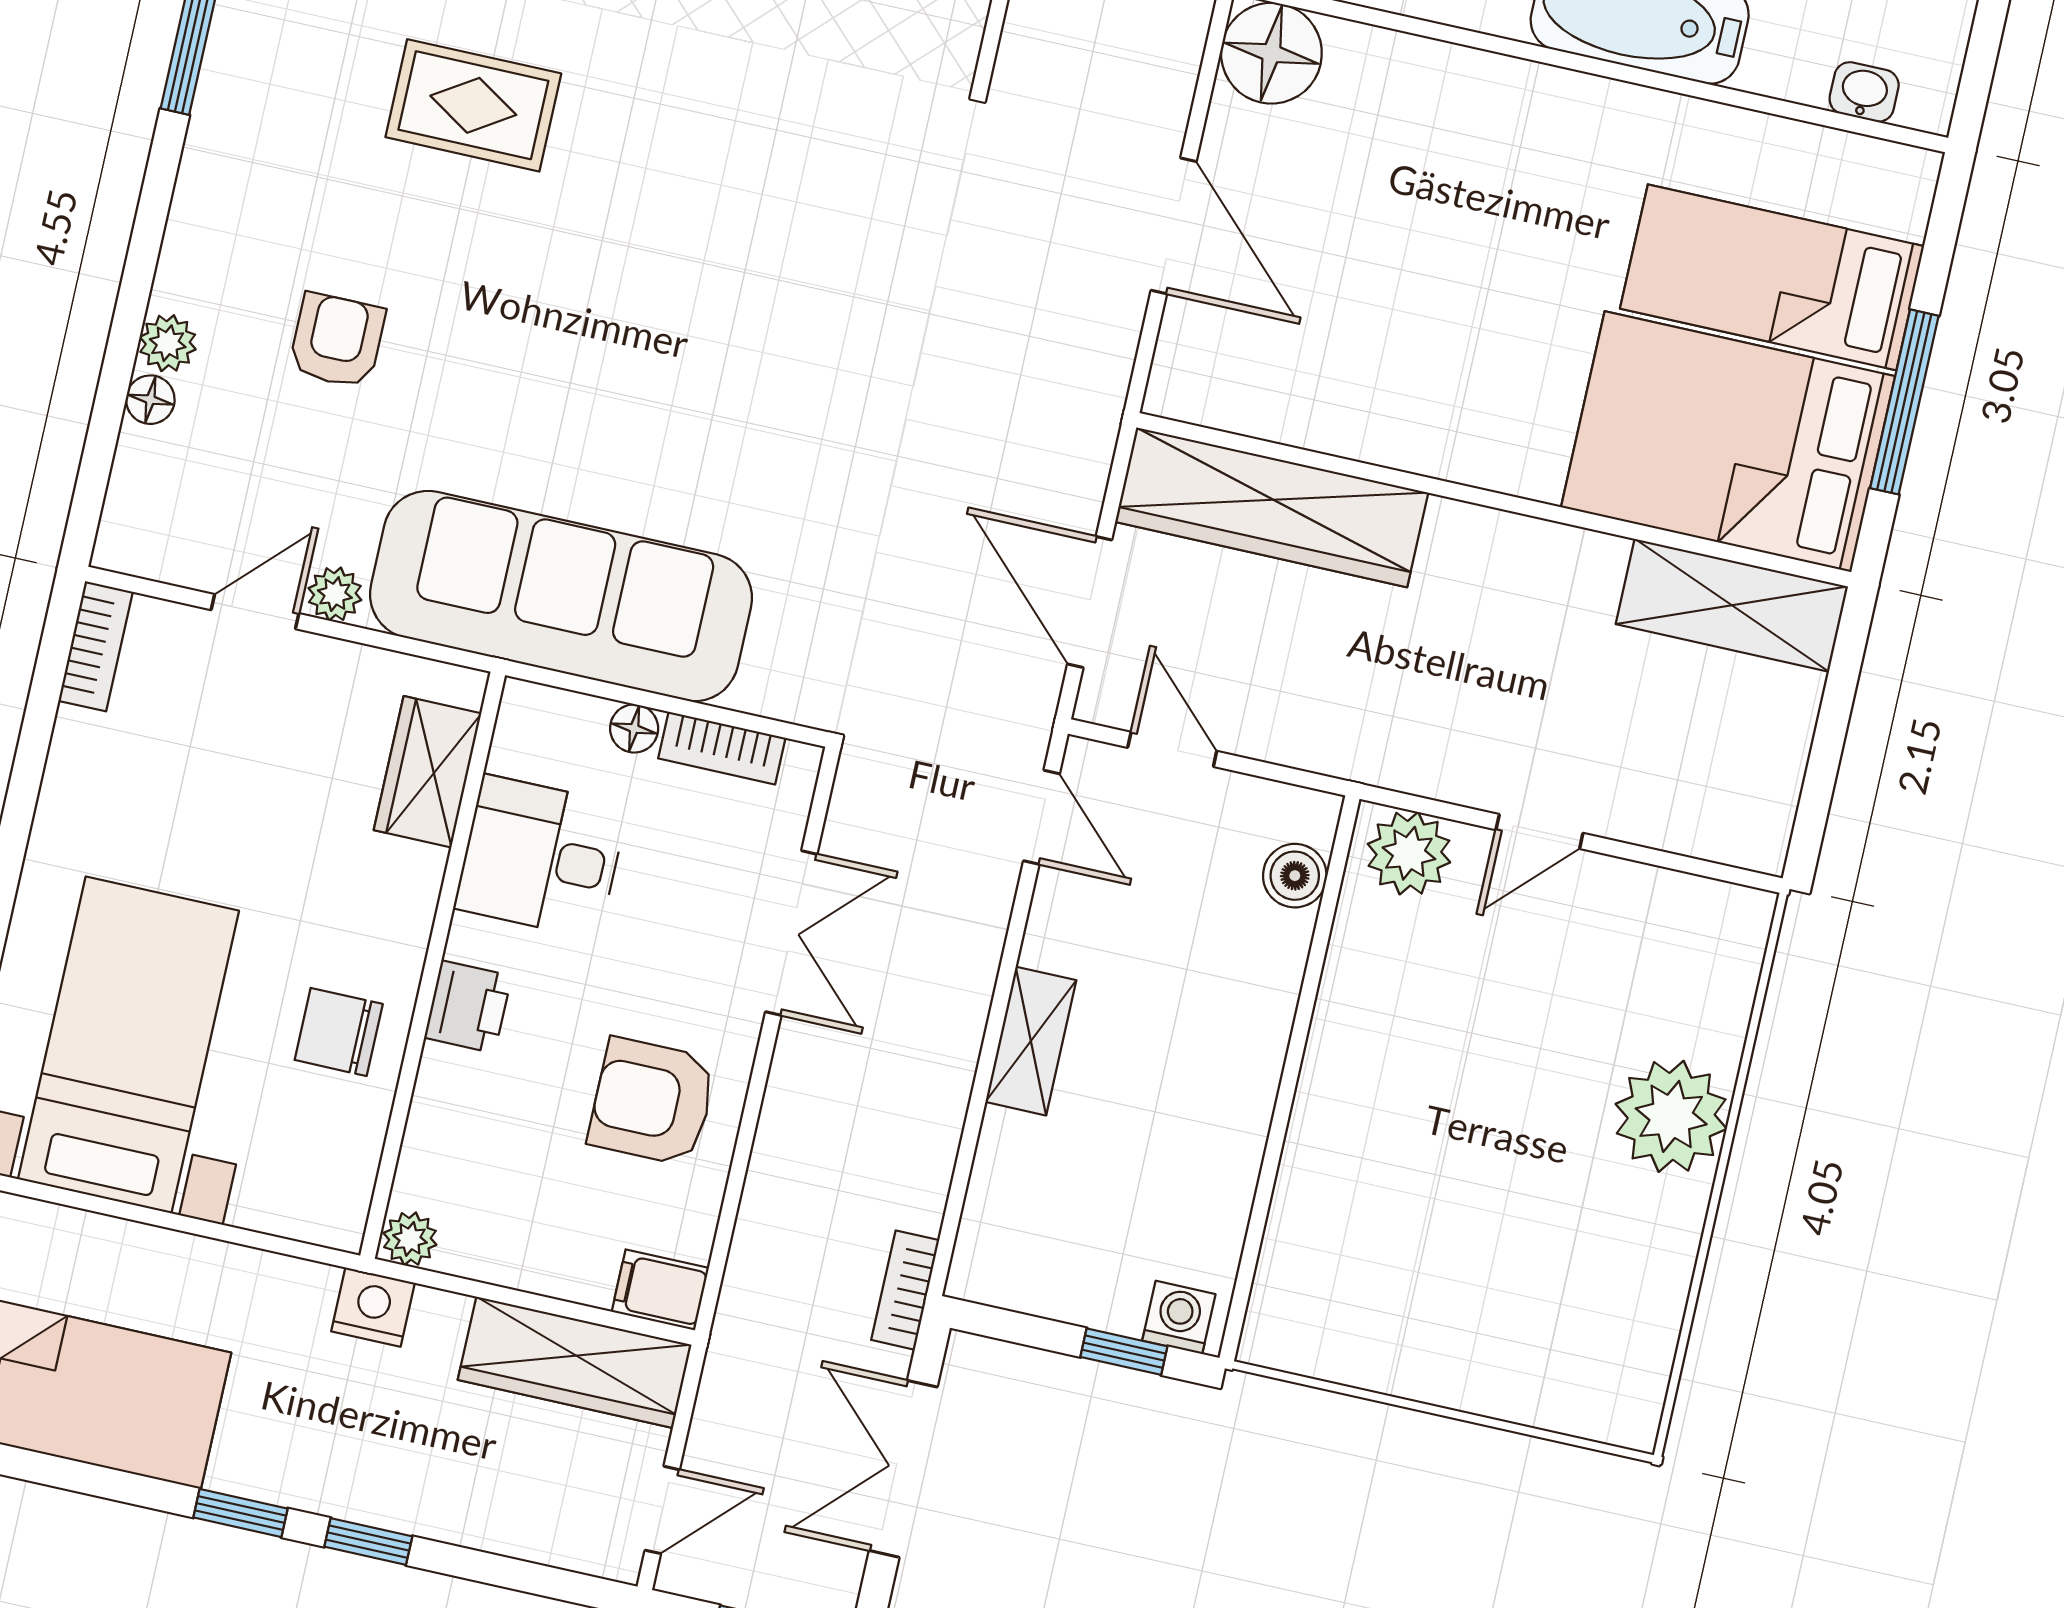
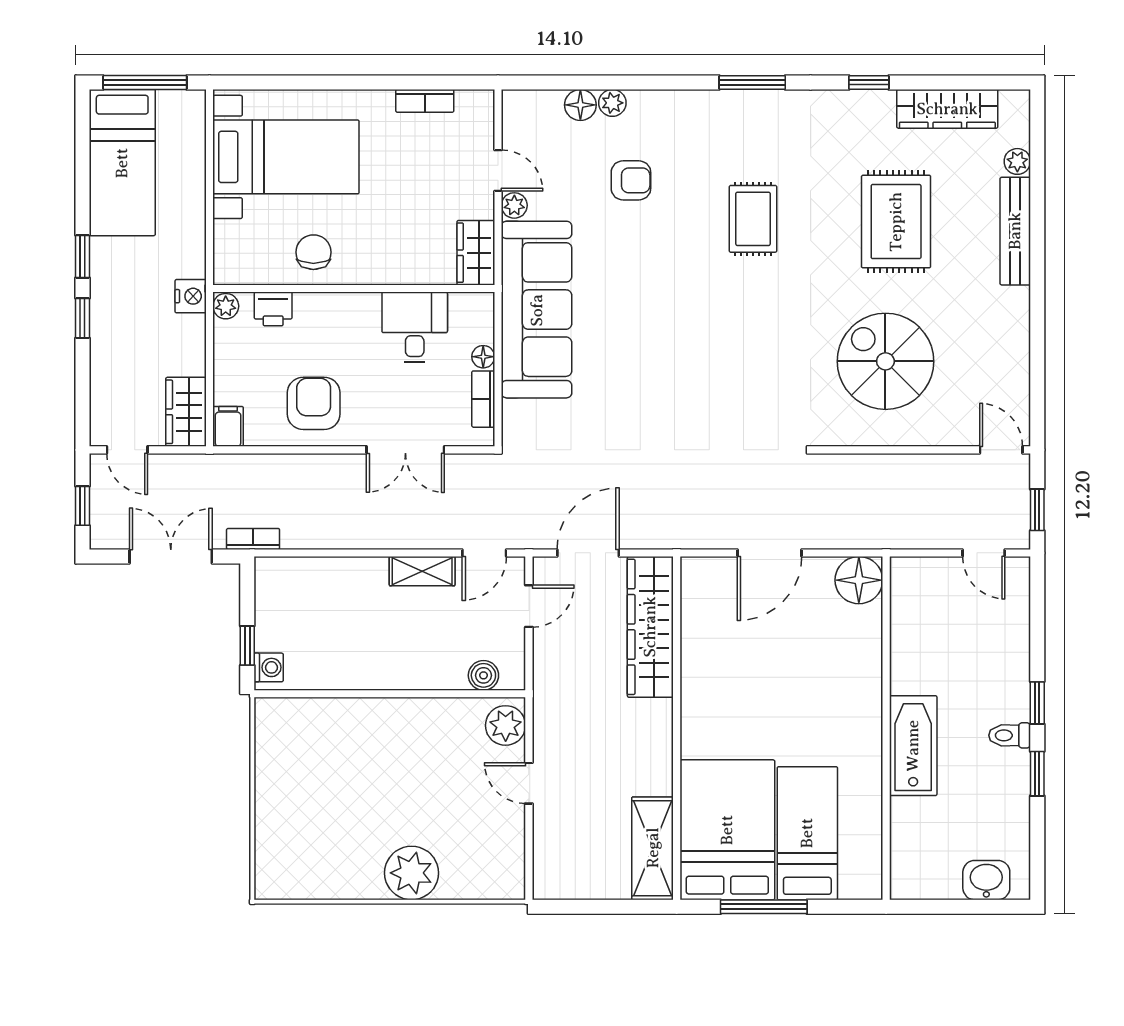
washbasin: (1864, 92) -> (902, 856), removed
floor lamp: (150, 400) -> (580, 105), width x1.37, depth x1.37
bookcase: (95, 646) -> (425, 101), moved
wardrobe: (428, 772) -> (476, 253), moved, turned -90
printer: (468, 1007) -> (273, 309), moved
shelving: (1031, 1041) -> (422, 571), moved
wardrobe: (575, 1362) -> (186, 412), width x0.67

